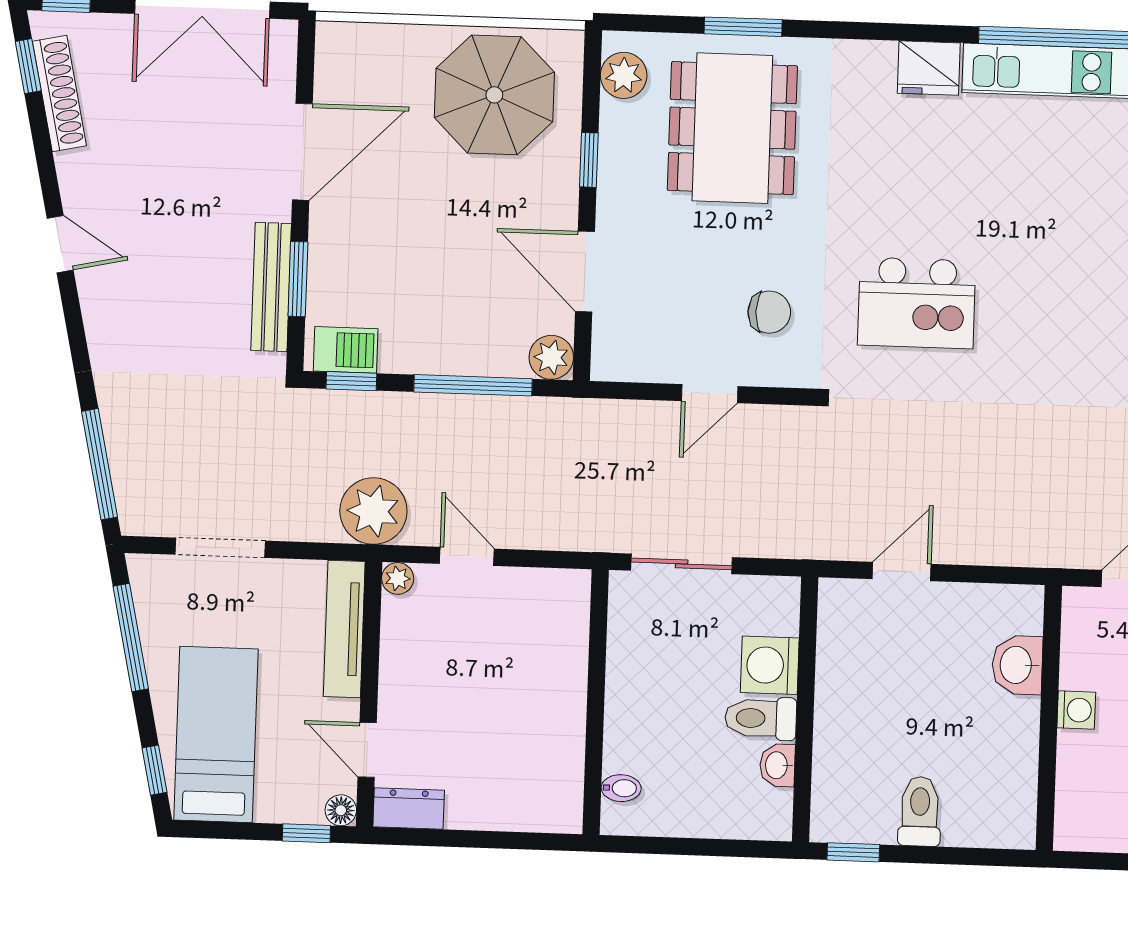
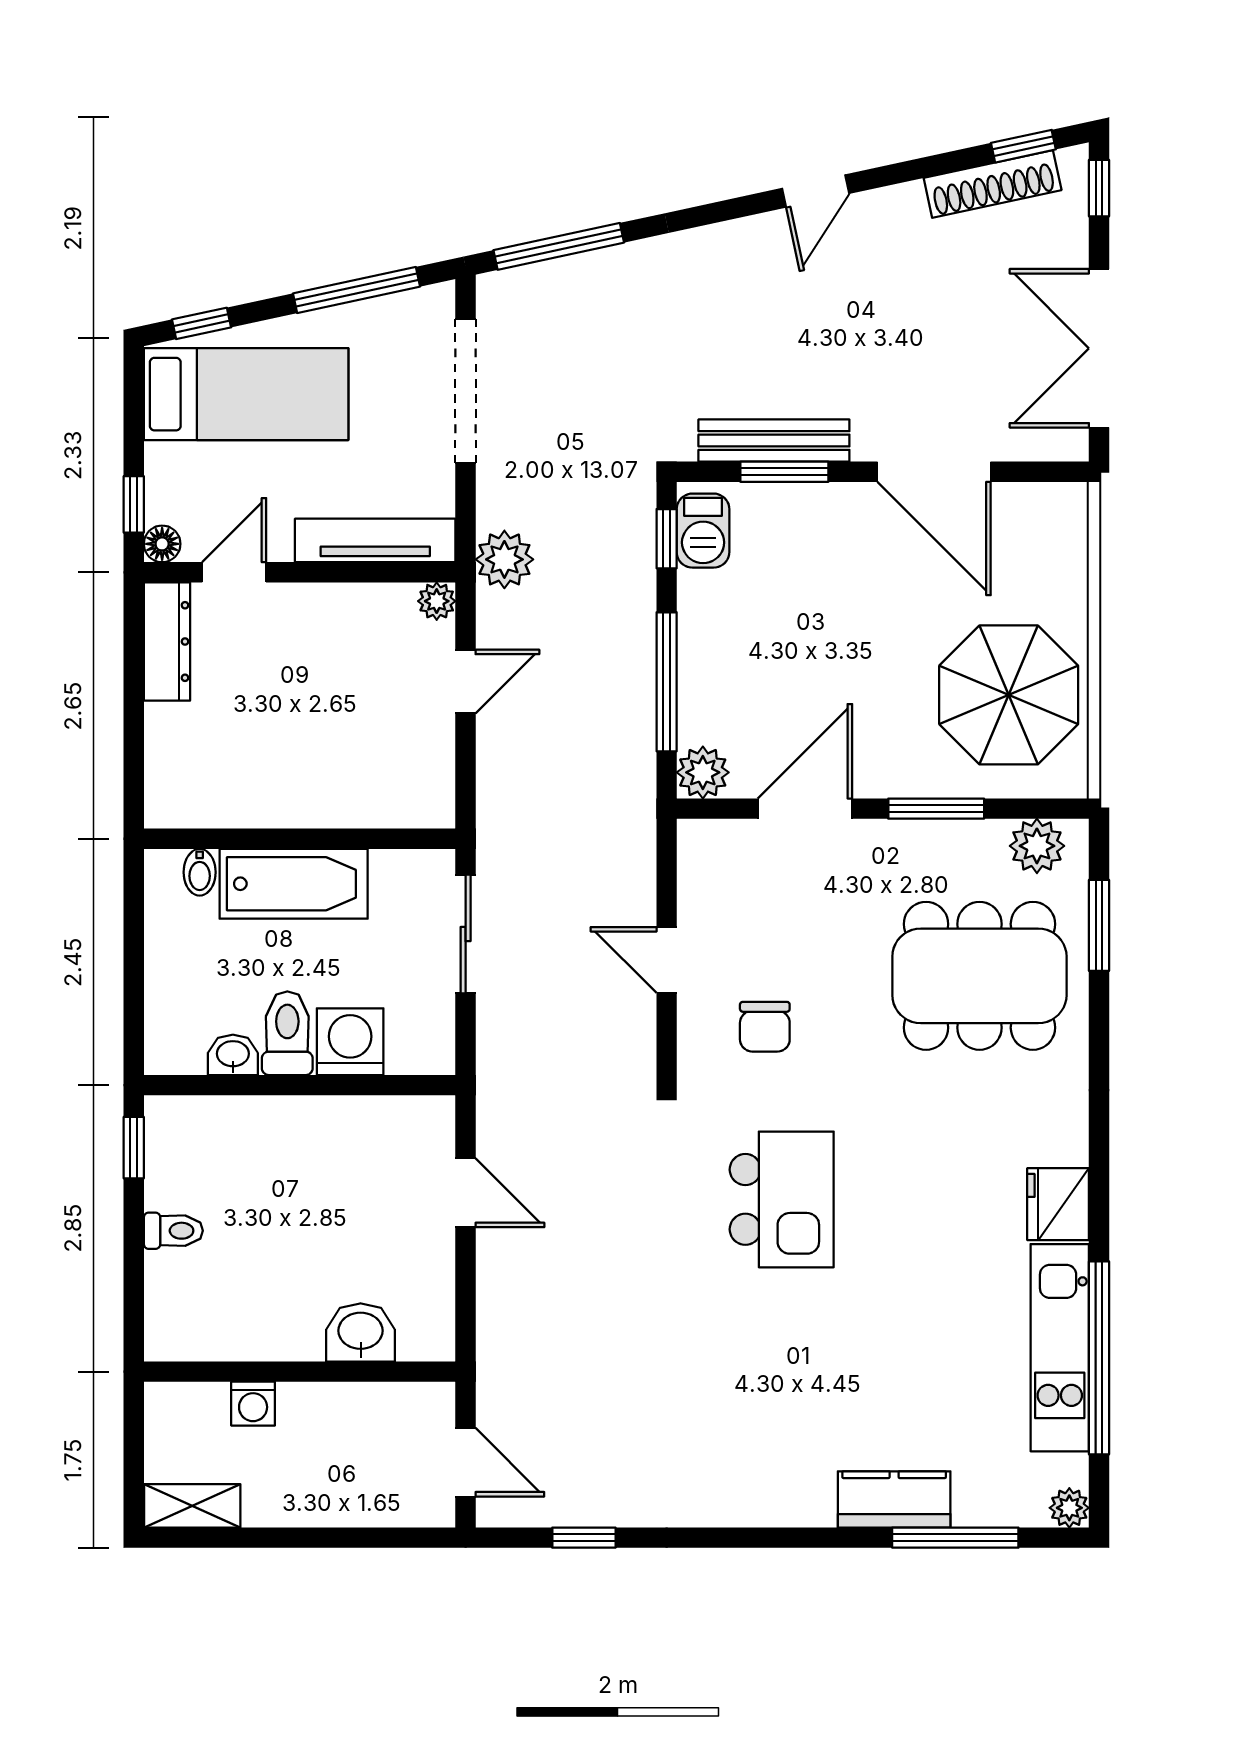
window: (743, 27) -> (1099, 925), moved
window: (589, 160) -> (936, 809), width x1.50
kitchen island: (917, 303) -> (782, 1199), turned 180
plant: (373, 511) -> (504, 559), width x0.73, depth x0.73
doorway: (220, 548) -> (466, 391), width x1.36
bathtub: (634, 709) -> (294, 884), added
washing machine: (1076, 710) -> (253, 1404), moved
dresser: (409, 809) -> (167, 642), width x1.44
toilet: (920, 811) -> (173, 1231), width x0.73, depth x0.72

